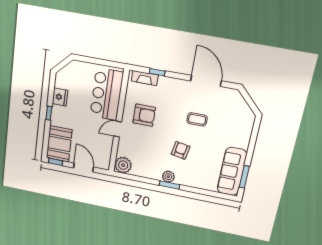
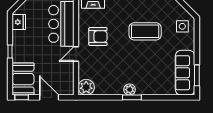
fridge: (60, 97) -> (19, 22), moved
coffee table: (197, 119) -> (145, 31), width x1.86, depth x1.72
side table: (240, 122) -> (182, 26), added
armchair: (181, 150) -> (136, 62), removed

